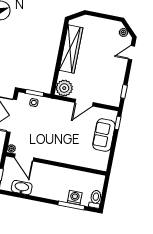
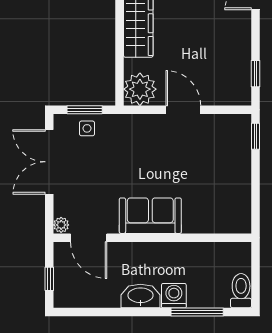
door: (84, 103) -> (183, 110), swing flipped
sofa: (104, 135) -> (150, 216), moved, turned 90
washbasin: (22, 188) -> (140, 296), moved
washing machine: (75, 198) -> (174, 296), moved

